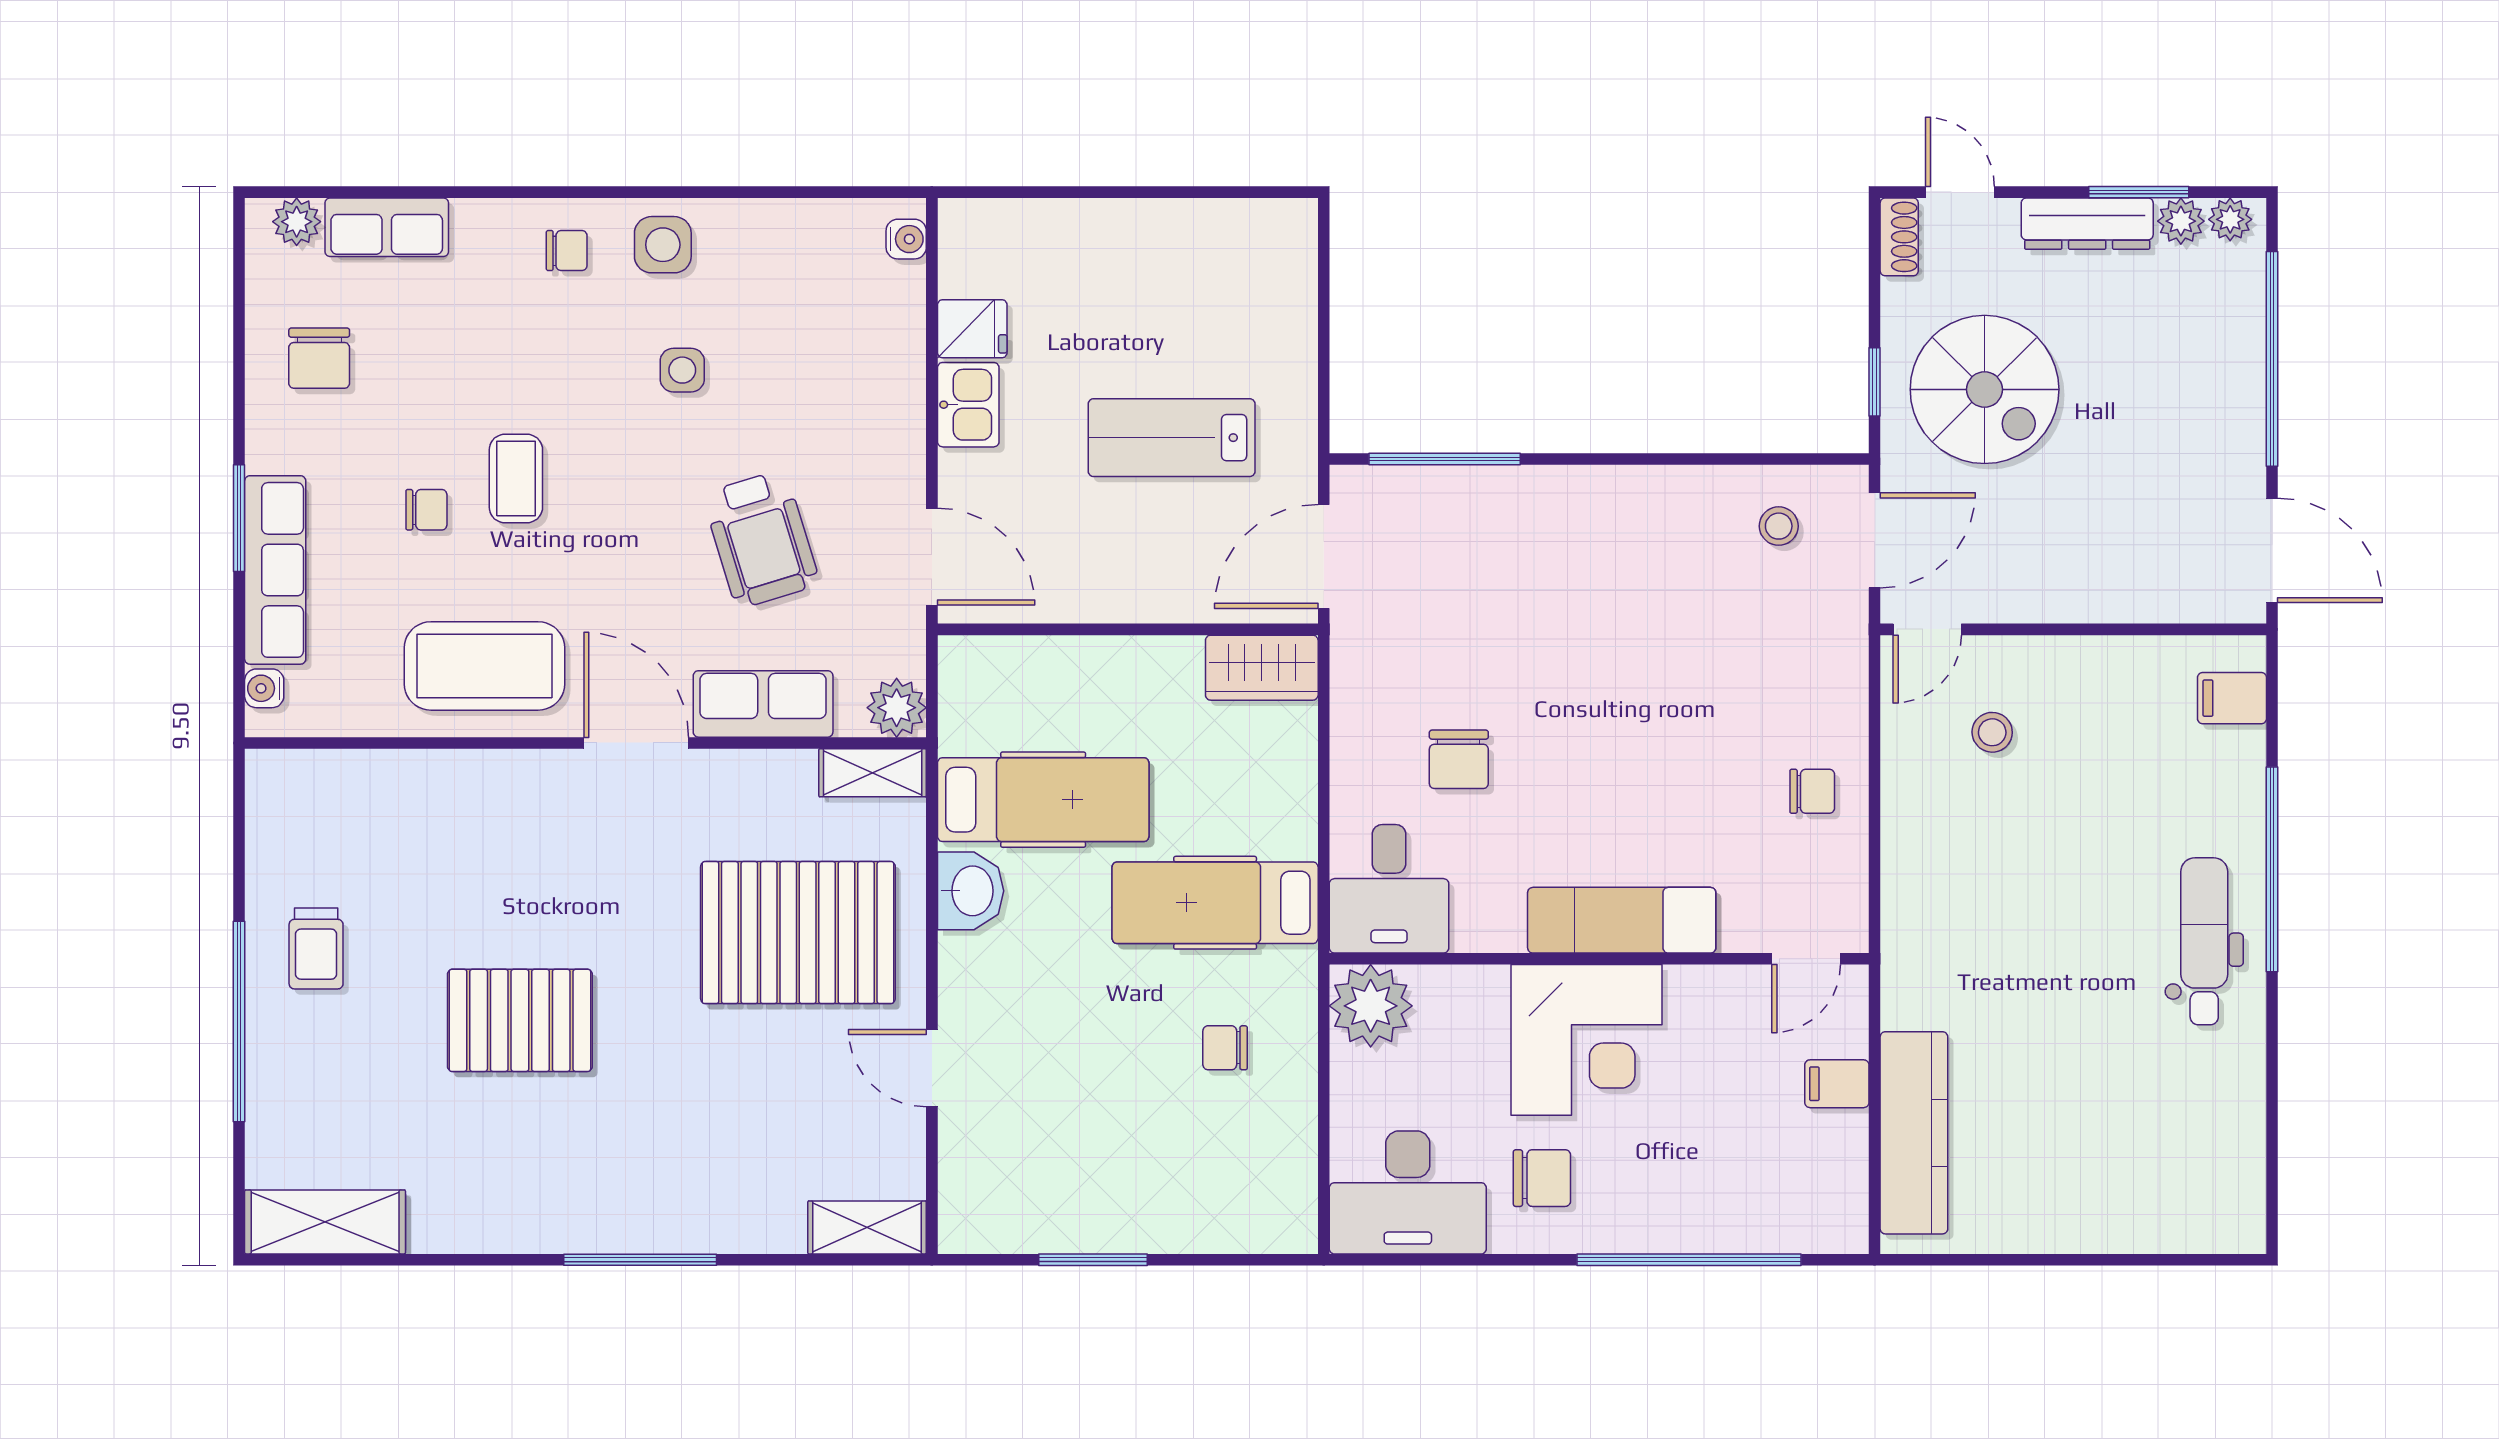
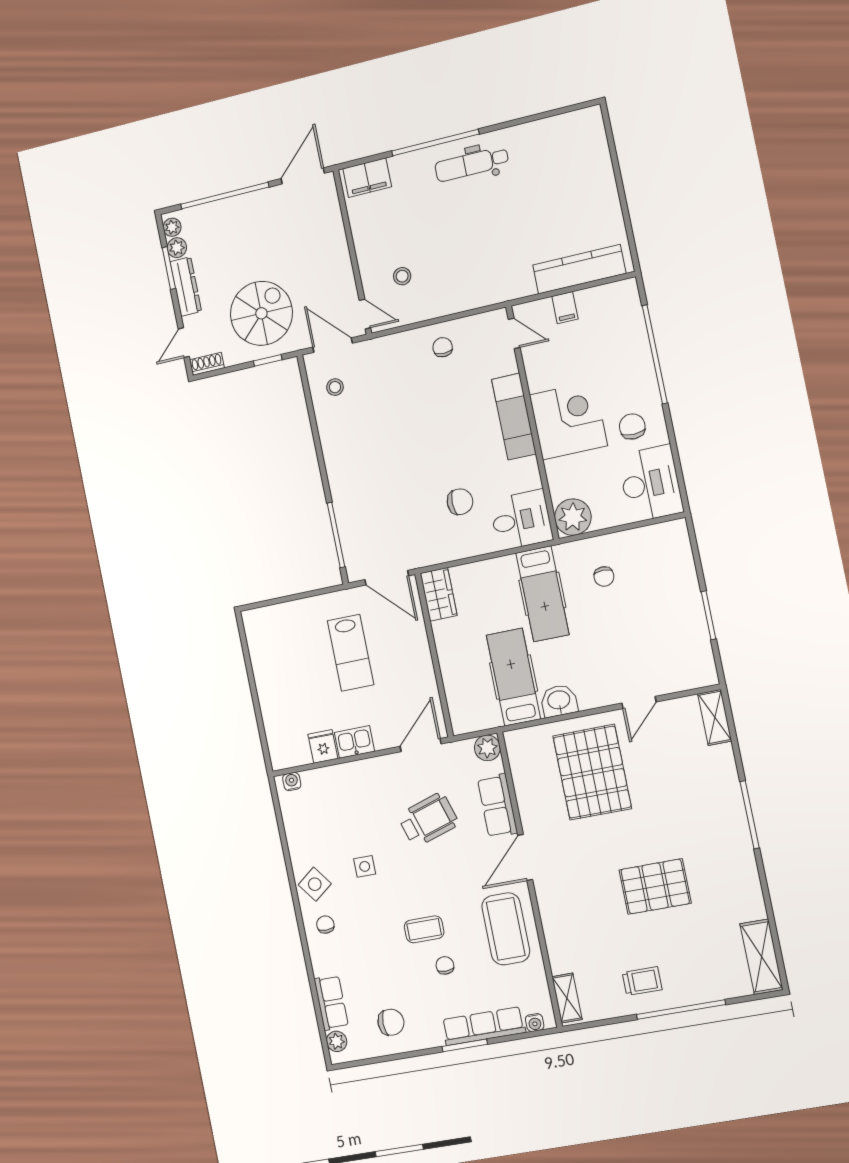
side table: (663, 245) -> (315, 884), turned -37
filing cabinet: (2232, 698) -> (367, 178), width x2.00
shelving: (873, 773) -> (567, 998), moved
pallet: (520, 1020) -> (655, 887), turned 90

